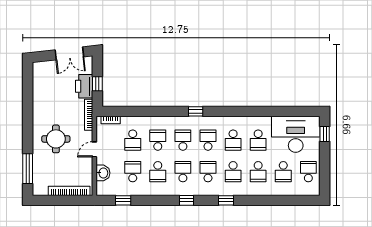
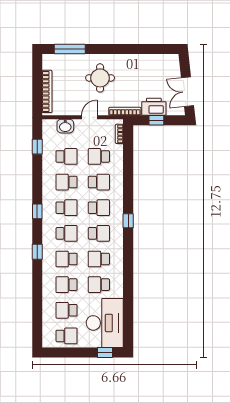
door: (94, 149) -> (89, 117), hinge flipped

